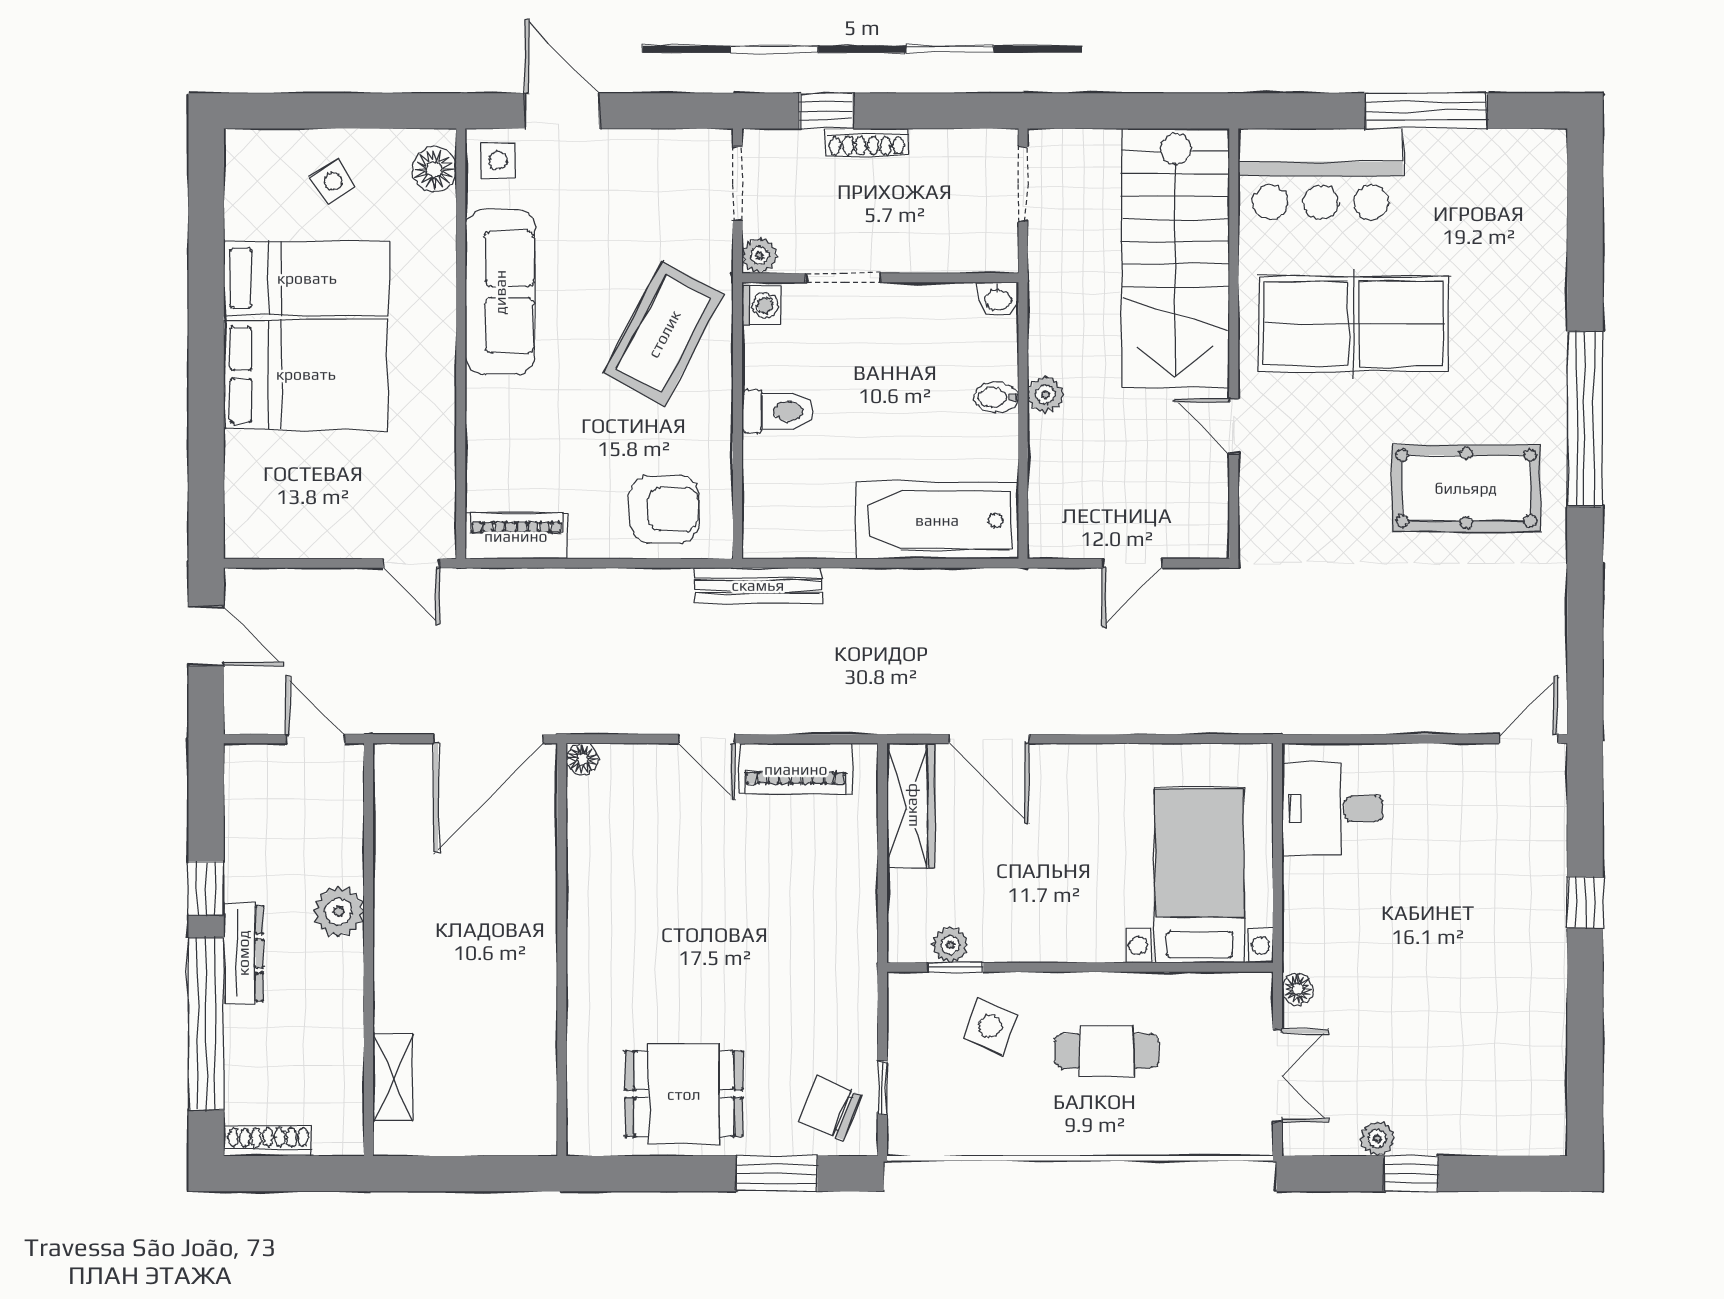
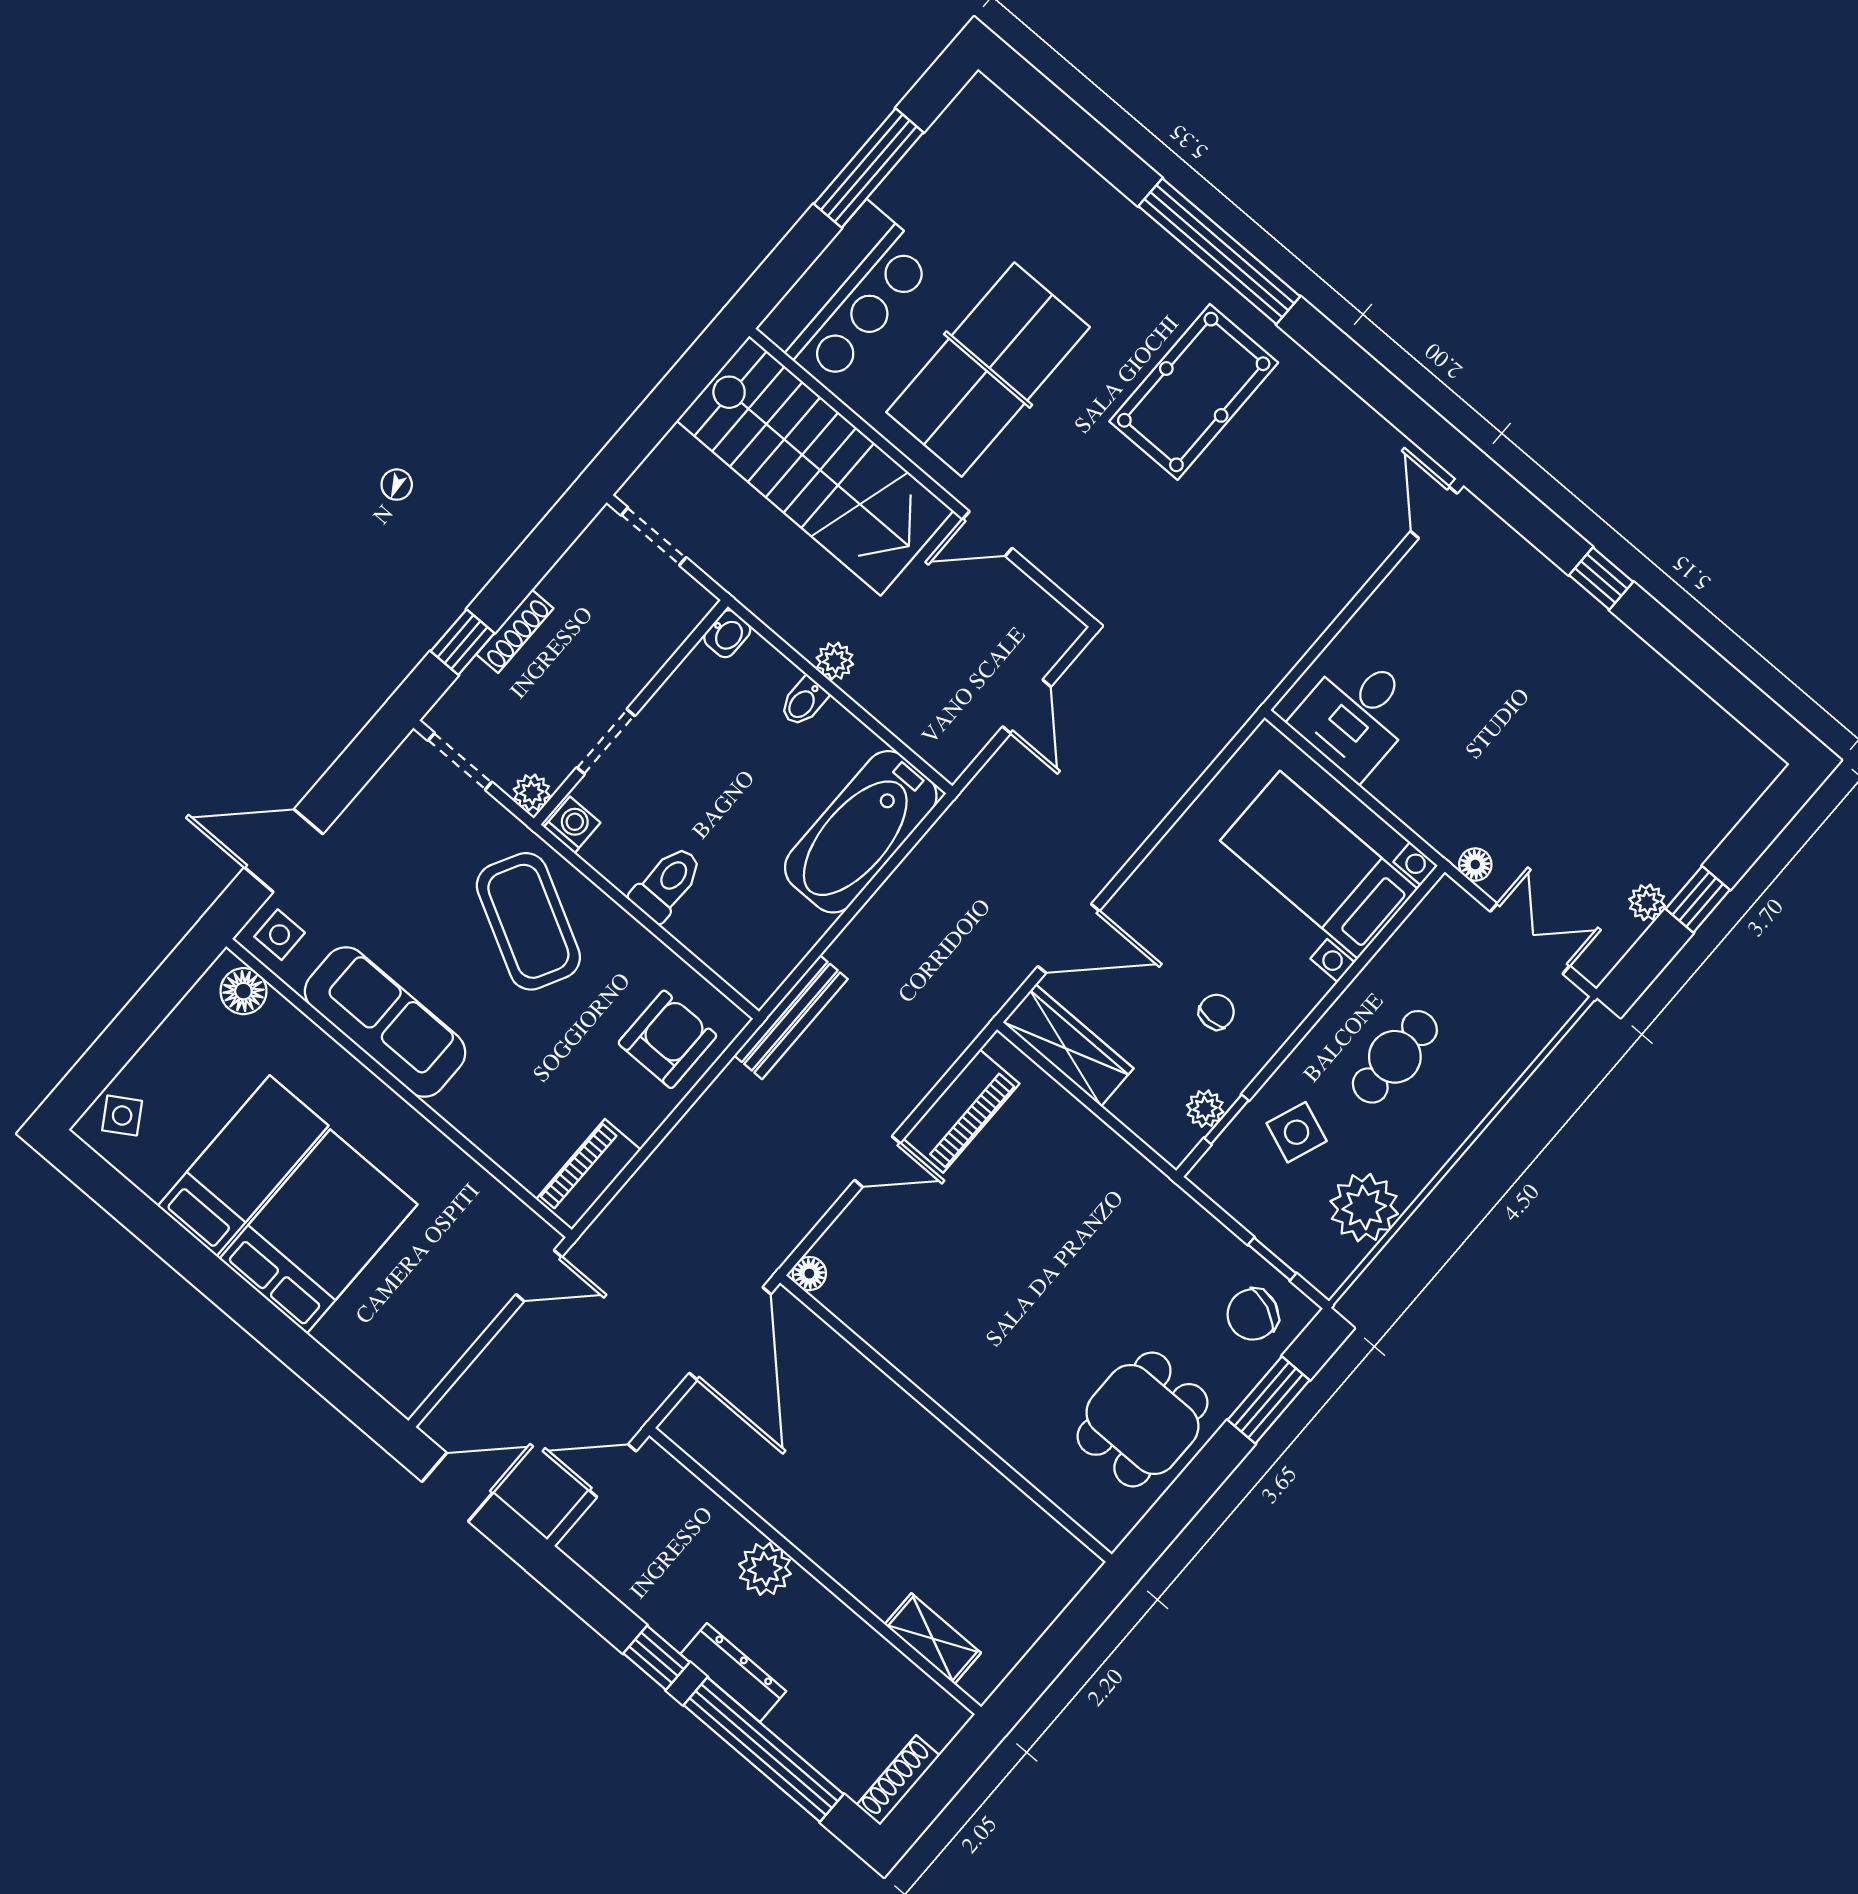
side table: (333, 181) -> (122, 1116), moved
chair: (1028, 893) -> (1216, 1012), added
plant: (978, 1123) -> (1364, 1208), added

